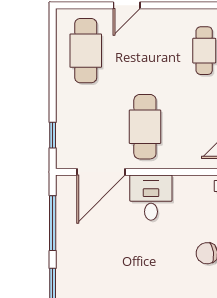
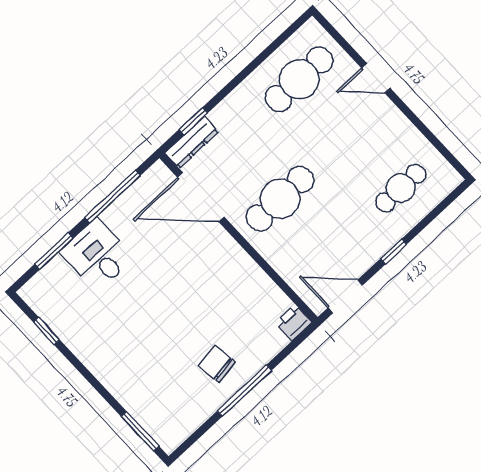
dresser: (64, 147) -> (192, 142), added
desk: (151, 198) -> (97, 255), moved, turned -90

